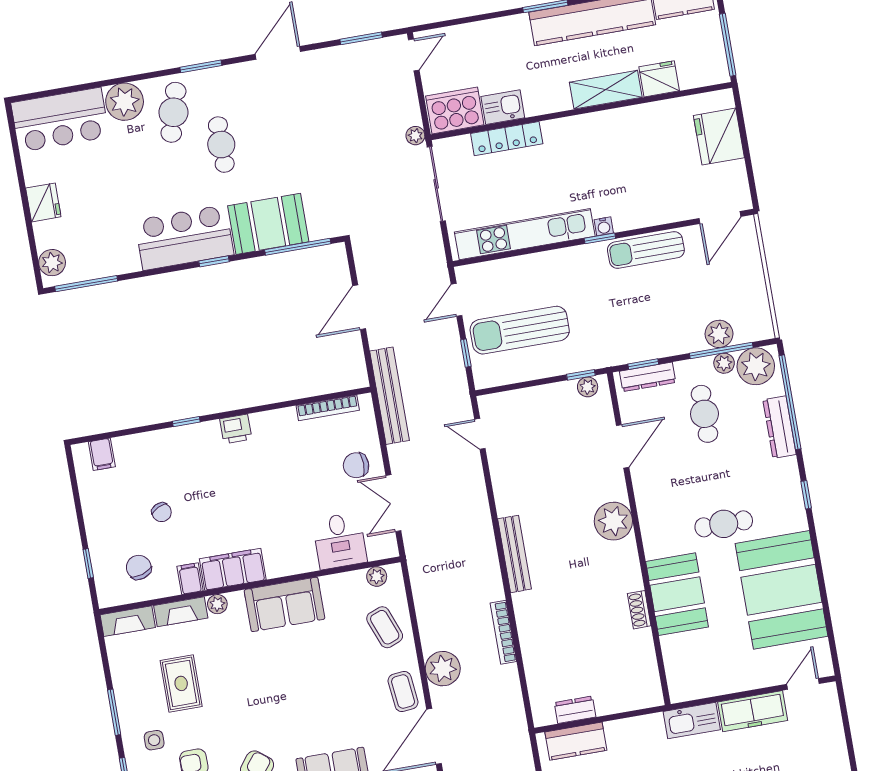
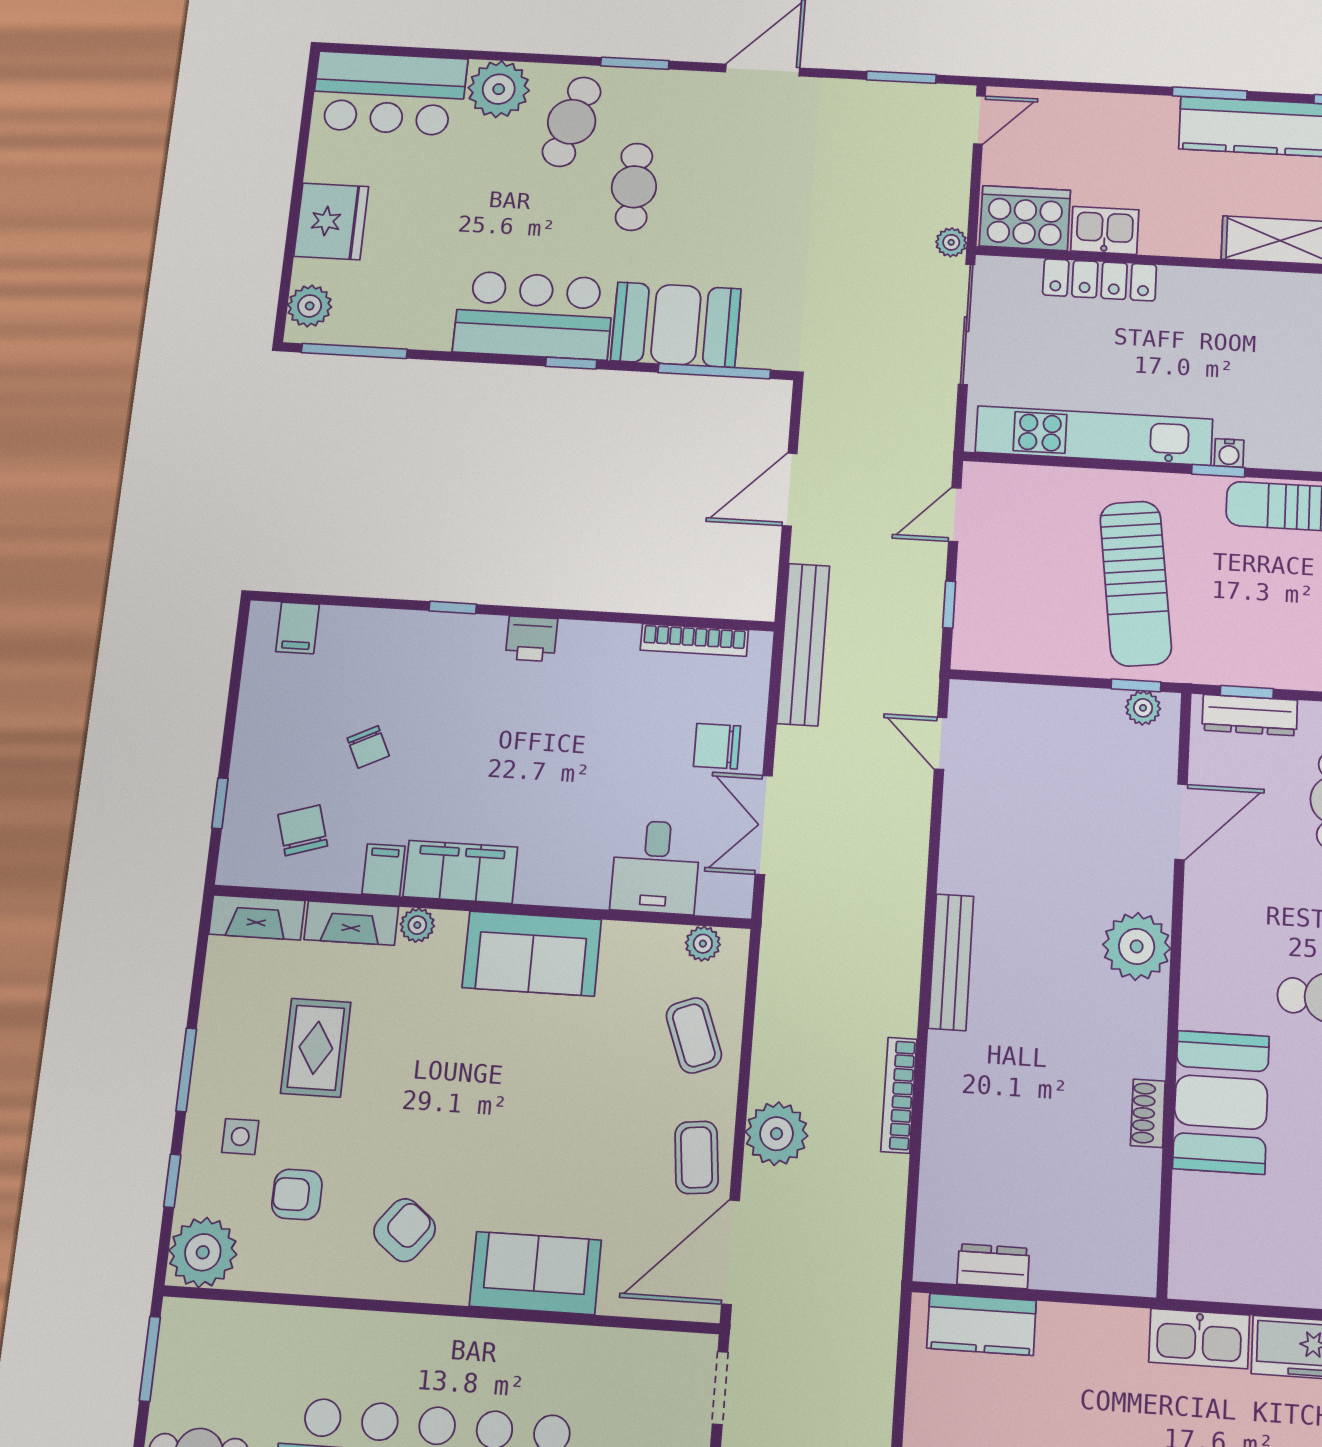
fridge: (43, 202) -> (331, 221), width x1.36, depth x1.34
sun lounger: (520, 330) -> (1136, 583), moved, turned -97

